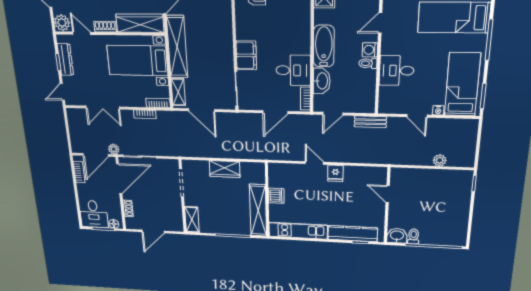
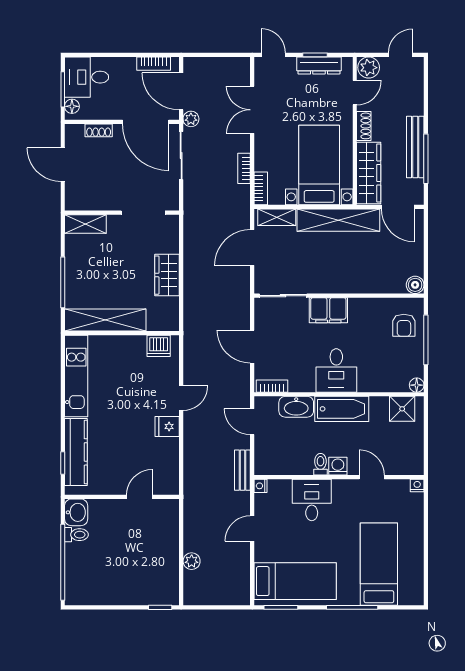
desk: (293, 70) -> (336, 370), moved
nightstand: (438, 110) -> (260, 486), moved
dishwasher: (276, 196) -> (159, 346), moved

